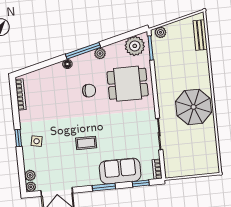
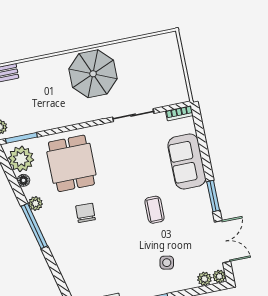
floor lamp: (67, 64) -> (23, 180), moved
side table: (37, 141) -> (167, 263), moved
window: (141, 183) -> (200, 133), removed
window: (104, 187) -> (213, 196), moved

